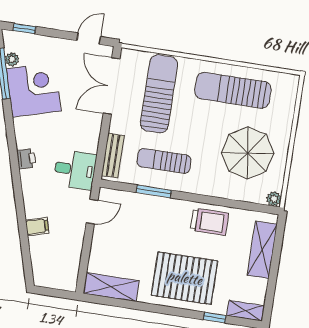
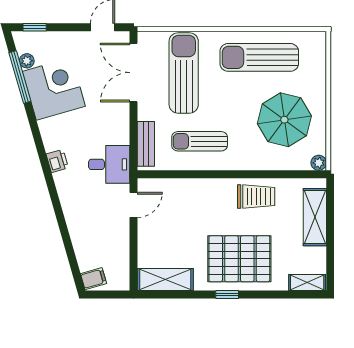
window: (154, 191) -> (194, 174), removed
filing cabinet: (37, 227) -> (93, 279), moved
window: (215, 318) -> (227, 295), moved

